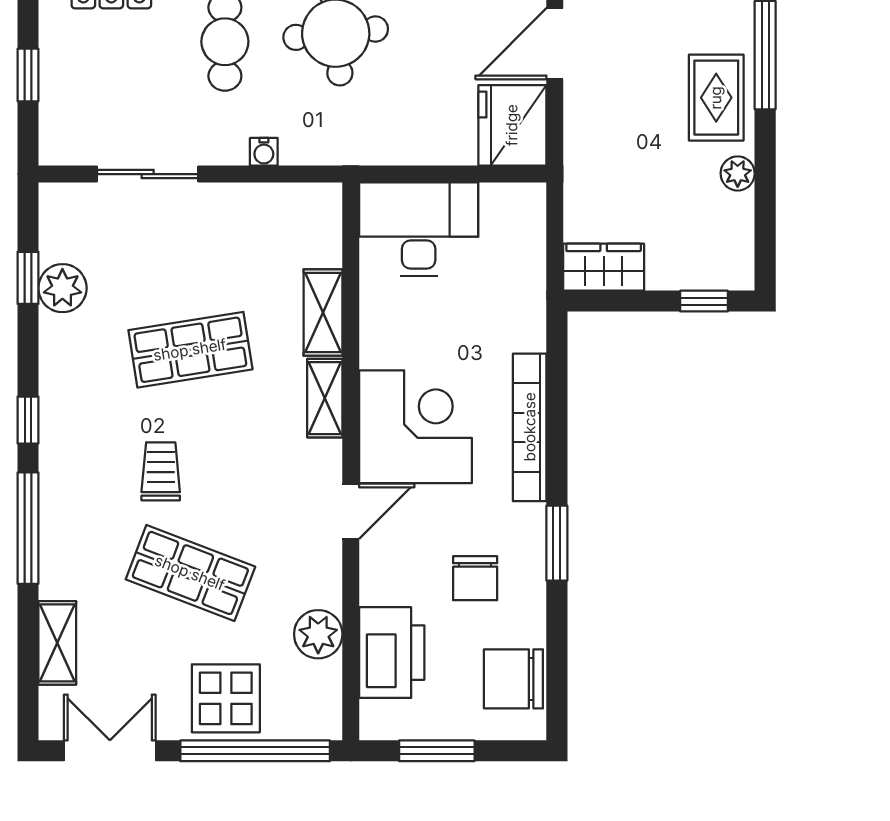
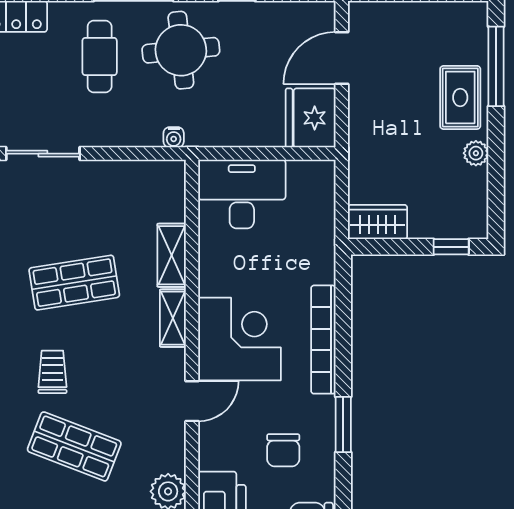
water cooler: (264, 152) -> (174, 137), moved

